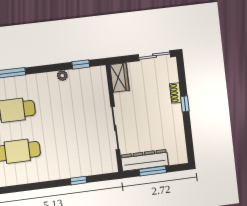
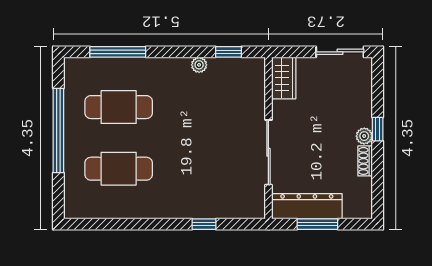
shoe rack: (175, 93) -> (365, 161), moved
plant: (177, 110) -> (364, 136), added

